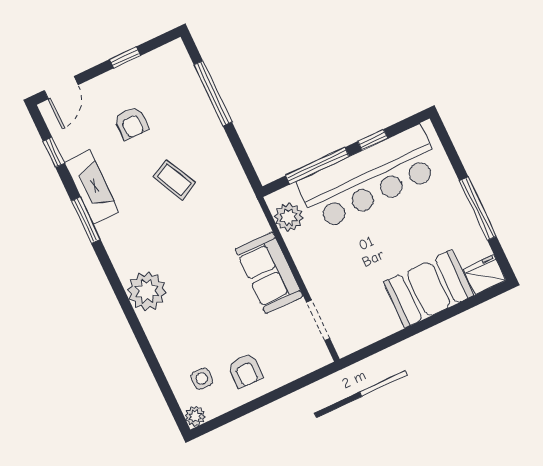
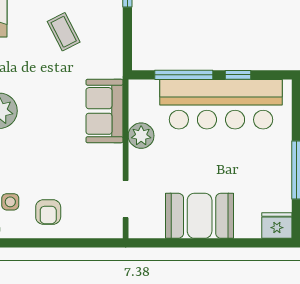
plant: (289, 217) -> (141, 136), moved
sofa: (269, 273) -> (104, 111), moved
booth: (429, 289) -> (200, 216), moved

